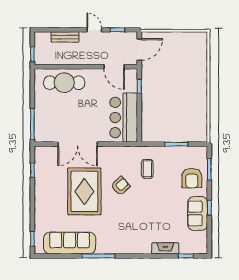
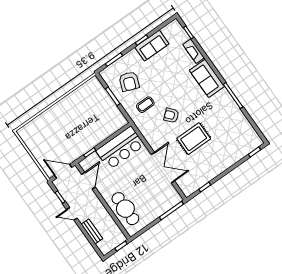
door: (94, 30) -> (72, 214), hinge flipped
armchair: (192, 178) -> (129, 81), moved, turned 111
rug: (84, 191) -> (194, 139), width x0.73, depth x0.69
sofa: (70, 243) -> (207, 78), moved, width x0.73

